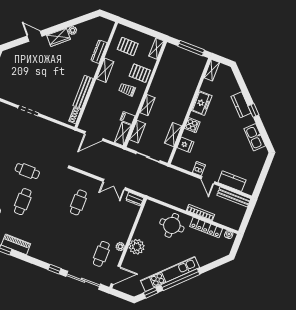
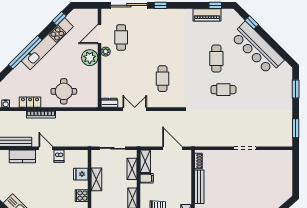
door: (94, 136) -> (172, 148), hinge flipped
locker: (206, 227) -> (30, 102), width x0.66
door: (116, 275) -> (99, 34), moved
window: (180, 280) -> (25, 52), moved

